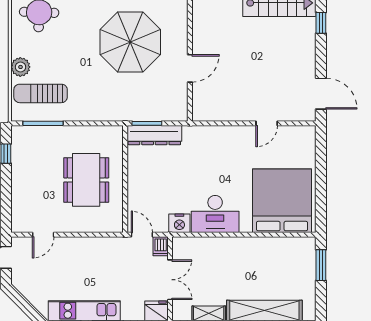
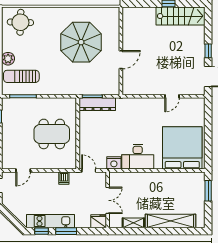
window: (321, 23) -> (208, 51), moved
dining table: (86, 180) -> (52, 134), turned 90
dishwasher: (161, 246) -> (64, 178), moved

